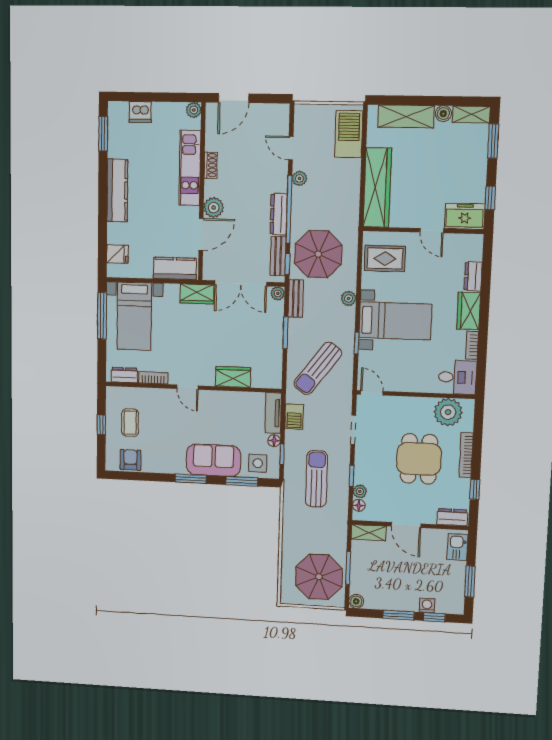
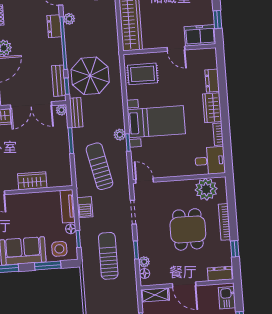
dresser: (279, 214) -> (54, 26), moved, width x0.70
plant: (349, 298) -> (120, 135), moved
sun lounger: (318, 368) -> (99, 166), turned 131

